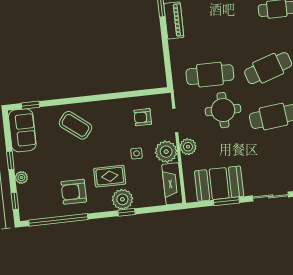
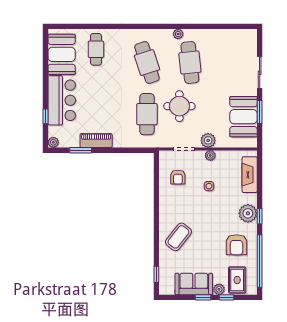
sofa: (22, 130) -> (194, 284), moved
plant: (166, 152) -> (210, 155), width x0.53, depth x0.53
rug: (110, 176) -> (237, 280), moved
fireplace: (172, 184) -> (250, 175), moved, turned 90
plant: (122, 199) -> (248, 213), moved
window: (15, 201) -> (226, 297), moved
window: (127, 212) -> (260, 216), moved

